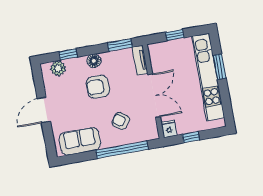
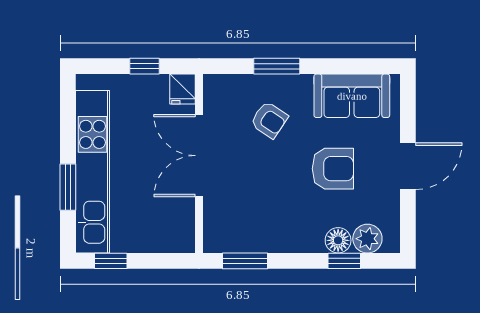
window: (175, 35) -> (111, 261), moved
tv unit: (140, 60) -> (213, 226), removed
floor lamp: (94, 61) -> (338, 240), moved
armchair: (98, 87) -> (333, 169), moved
window: (122, 150) -> (277, 66), width x0.47

